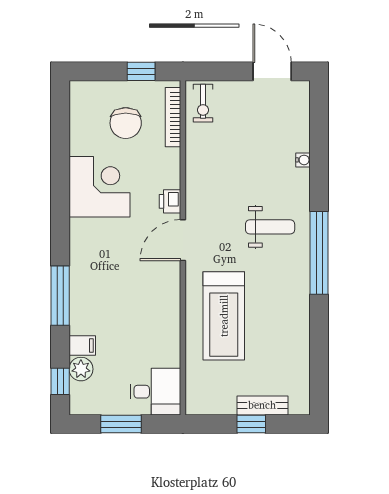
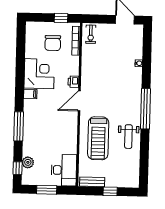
weight bench: (270, 227) -> (128, 137), moved, turned 90
filing cabinet: (82, 345) -> (30, 94), moved
desk: (155, 392) -> (64, 170), width x1.37
bench: (262, 405) -> (92, 182), moved

